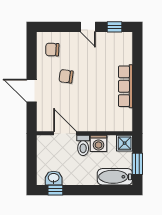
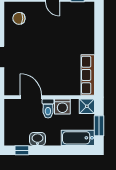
chair: (66, 76) -> (32, 43), removed
row of seats: (125, 86) -> (88, 75), moved
washbasin: (54, 178) -> (37, 139), moved

